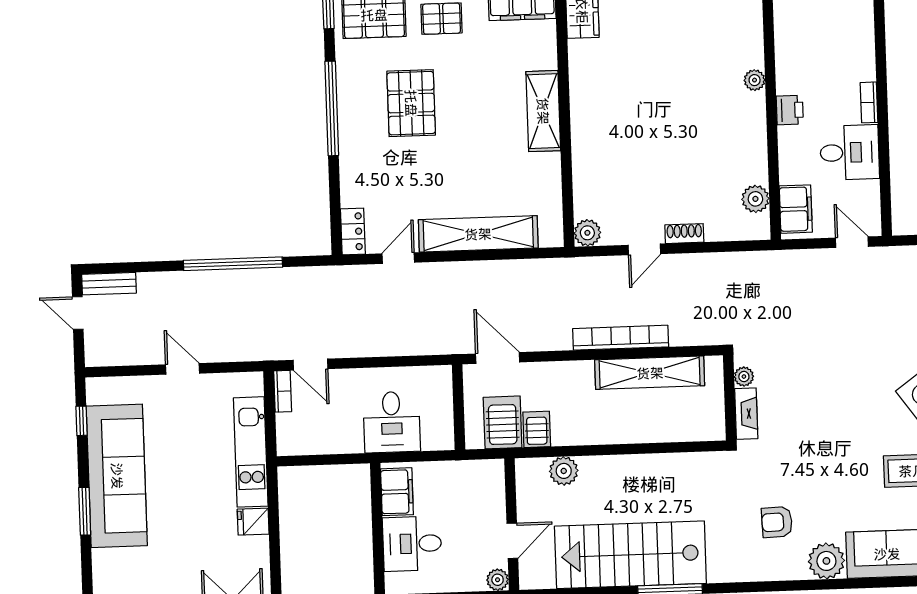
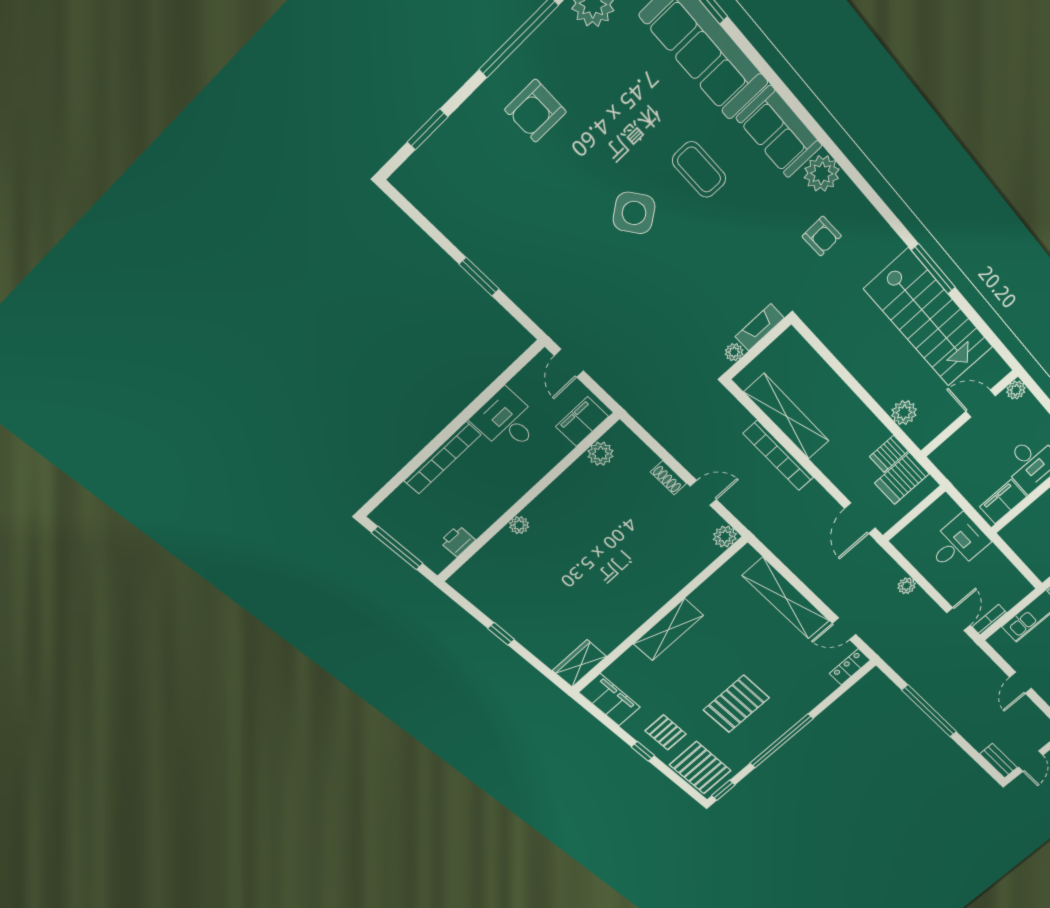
bookcase: (869, 102) -> (442, 458), width x2.31, depth x1.31
printer: (790, 110) -> (457, 541), moved
plant: (391, 346) -> (907, 586), added

